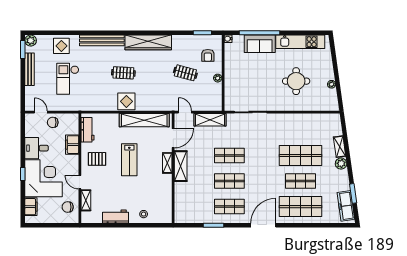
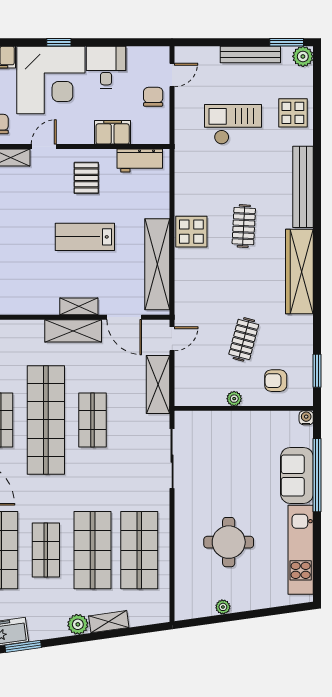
shop shelf: (300, 130) -> (139, 550), added
shop shelf: (229, 181) -> (46, 420), width x2.00, depth x1.36

